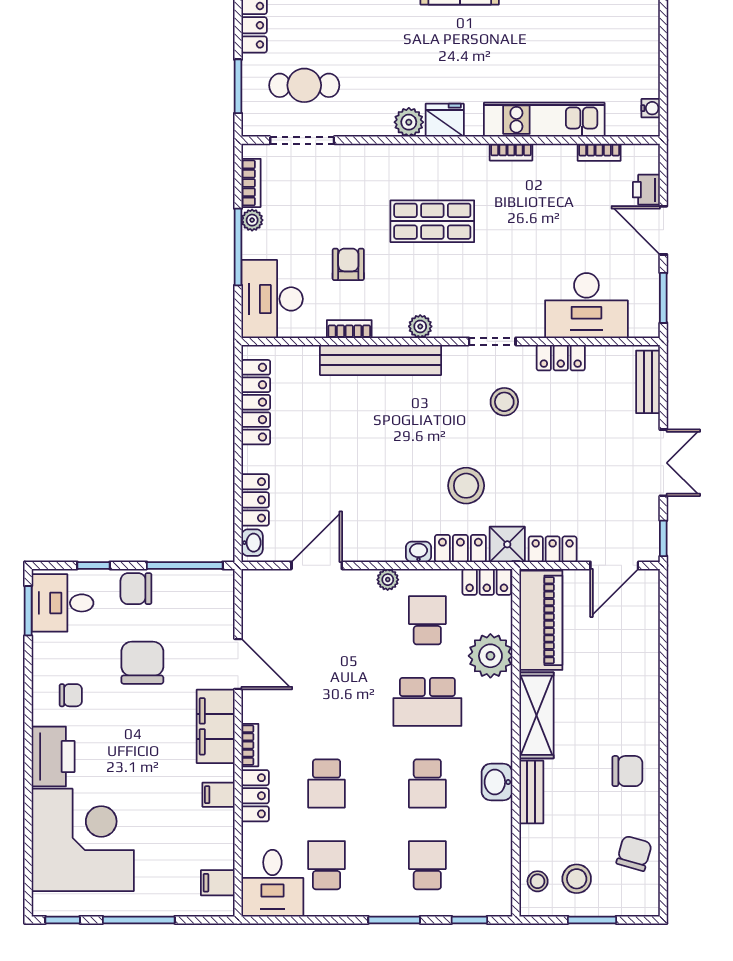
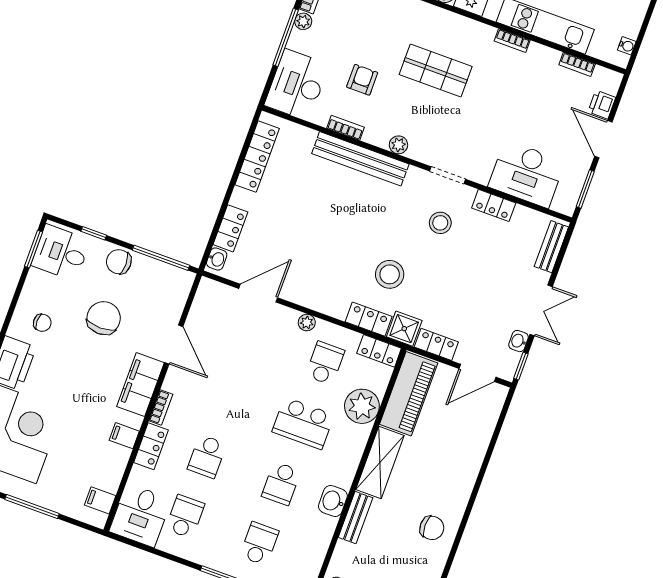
washbasin: (418, 552) -> (519, 341), moved, turned -90

